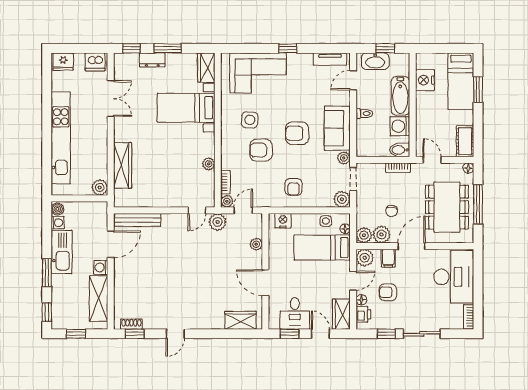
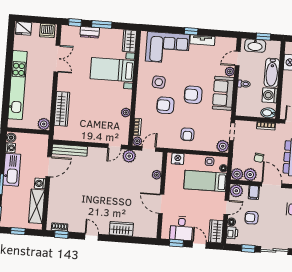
tv unit: (330, 59) -> (202, 40), moved
plant: (344, 158) -> (230, 71), moved
door: (412, 246) -> (272, 185), hinge flipped
wardrobe: (240, 320) -> (121, 229), moved
door: (175, 334) -> (92, 237), swing flipped

